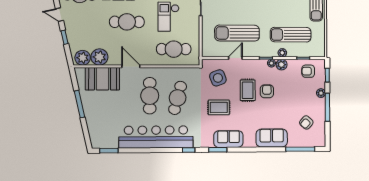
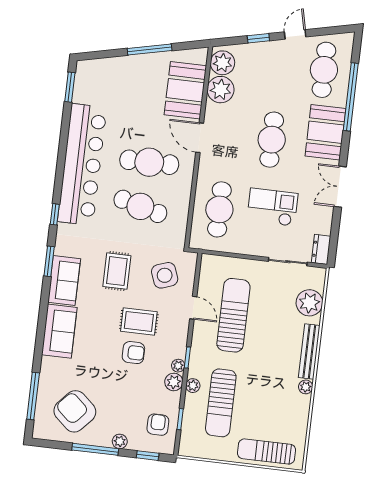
sun lounger: (291, 35) -> (221, 403), turned 180
door: (131, 66) -> (200, 138), swing flipped
armchair: (306, 122) -> (75, 411), width x1.88, depth x1.88
sofa: (272, 138) -> (59, 331), moved

